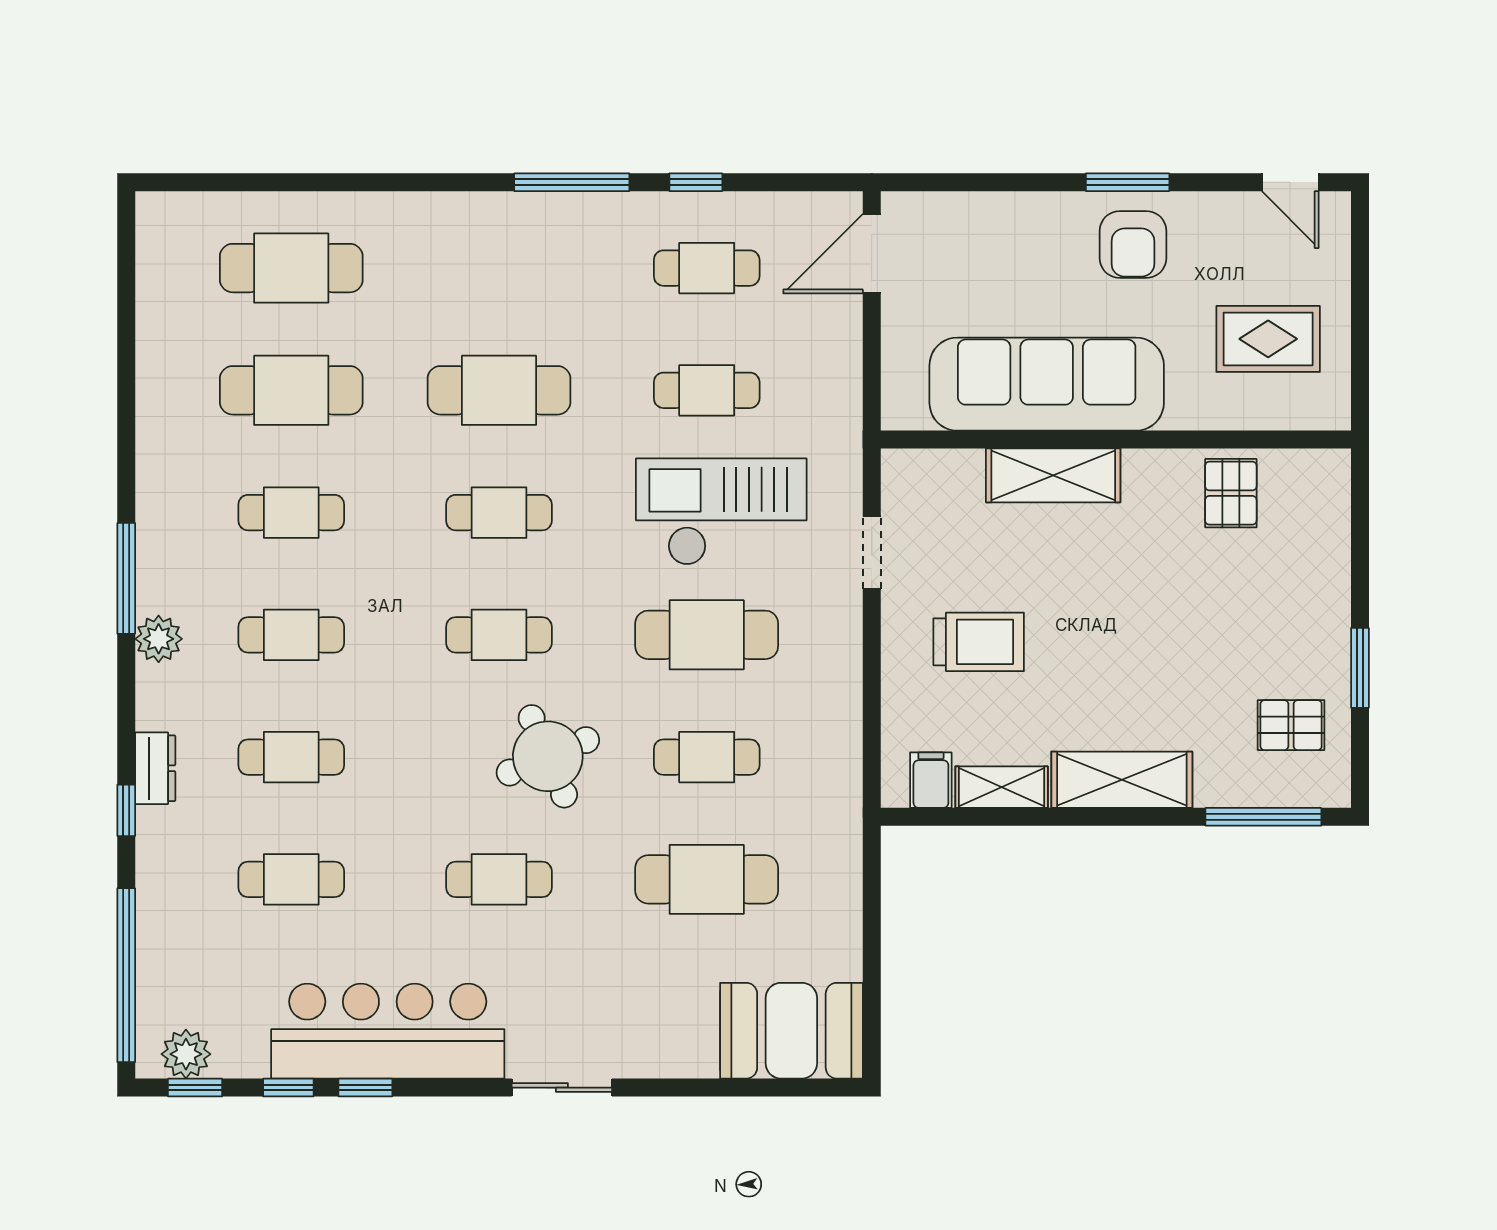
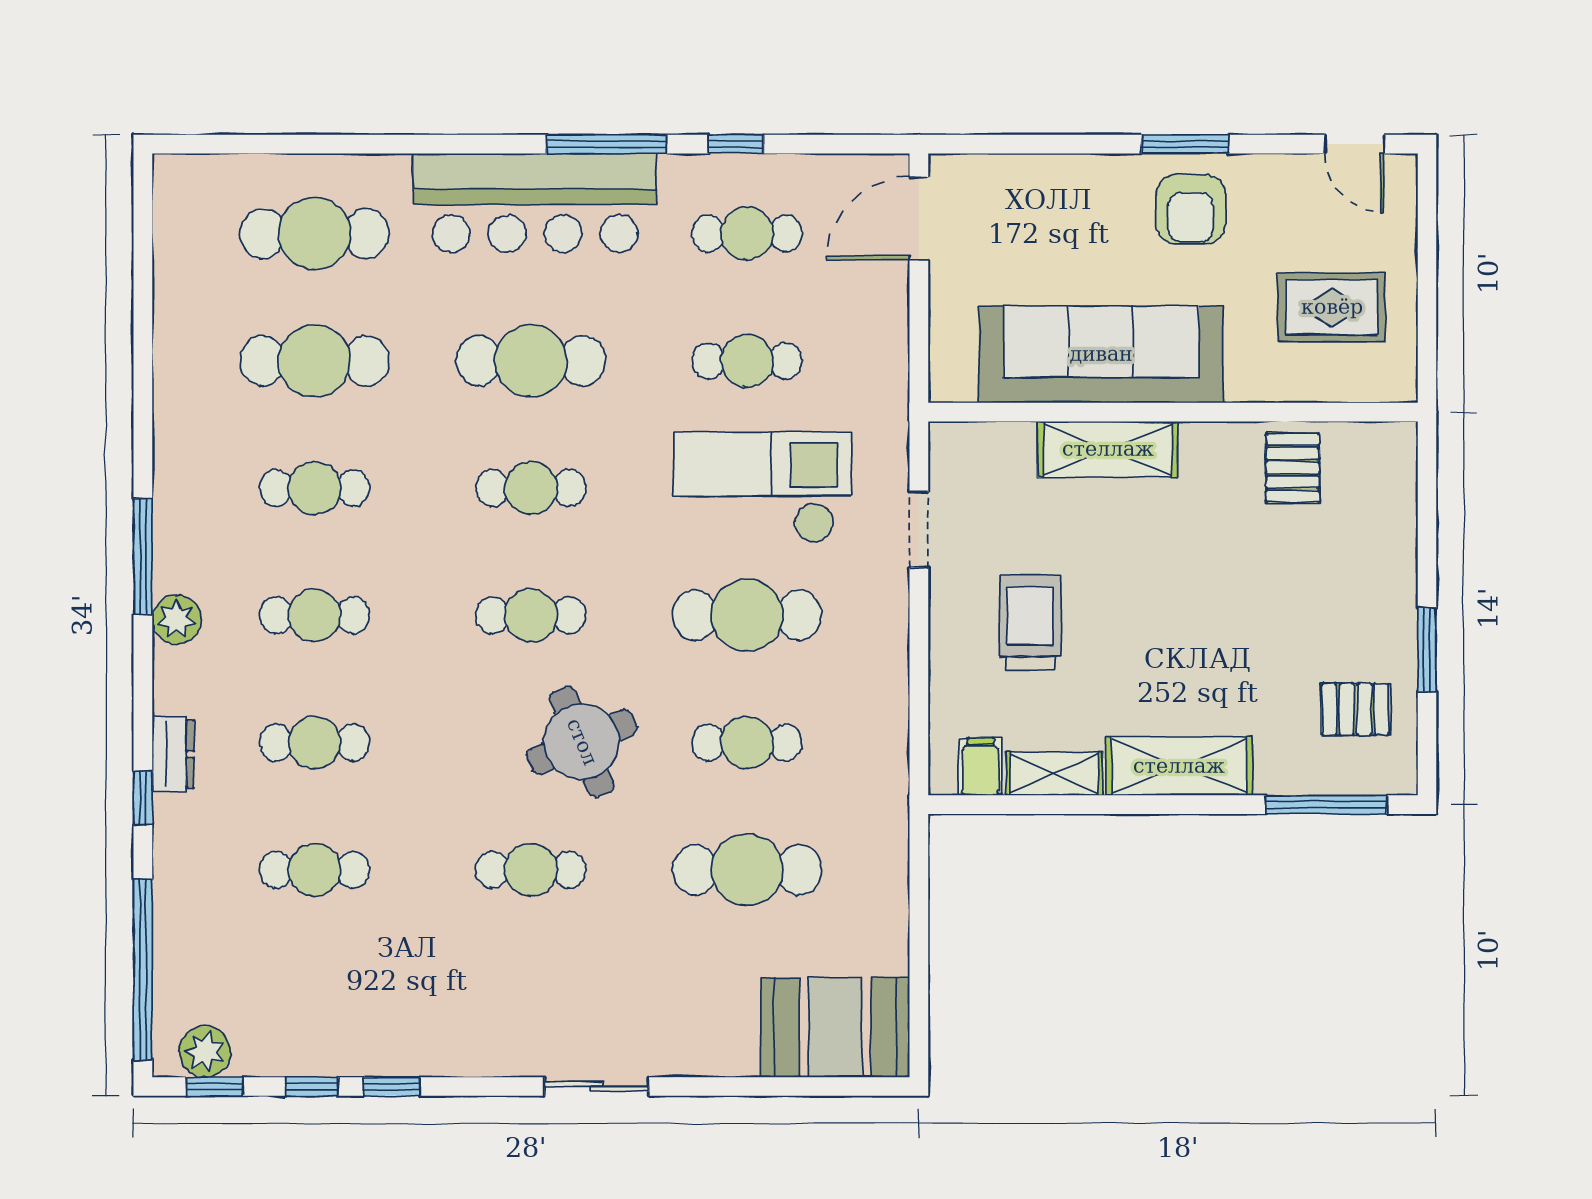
trolley: (979, 642) -> (1030, 623), turned -90
bar counter: (388, 1031) -> (535, 203), moved, turned 180

